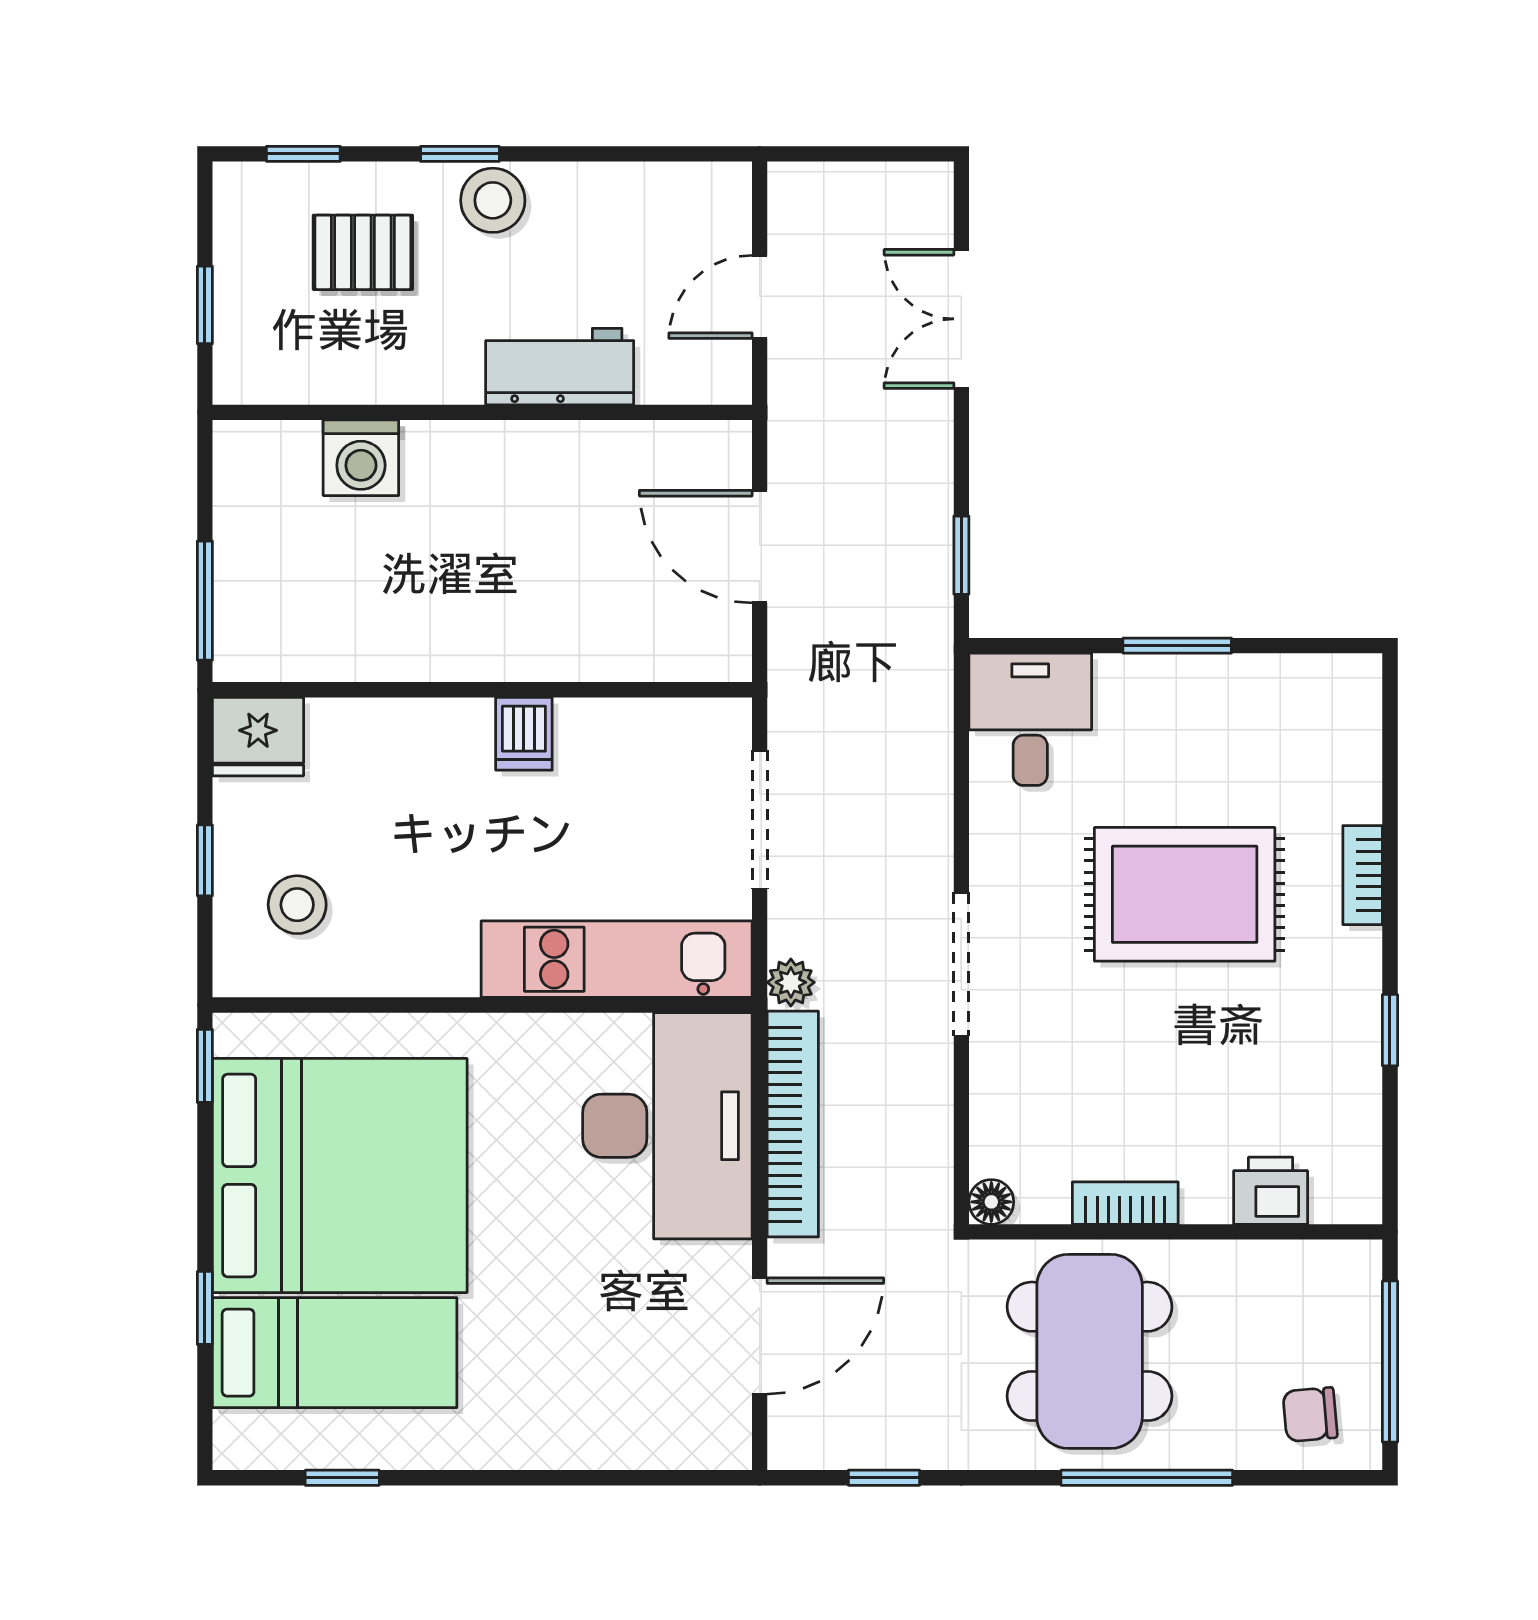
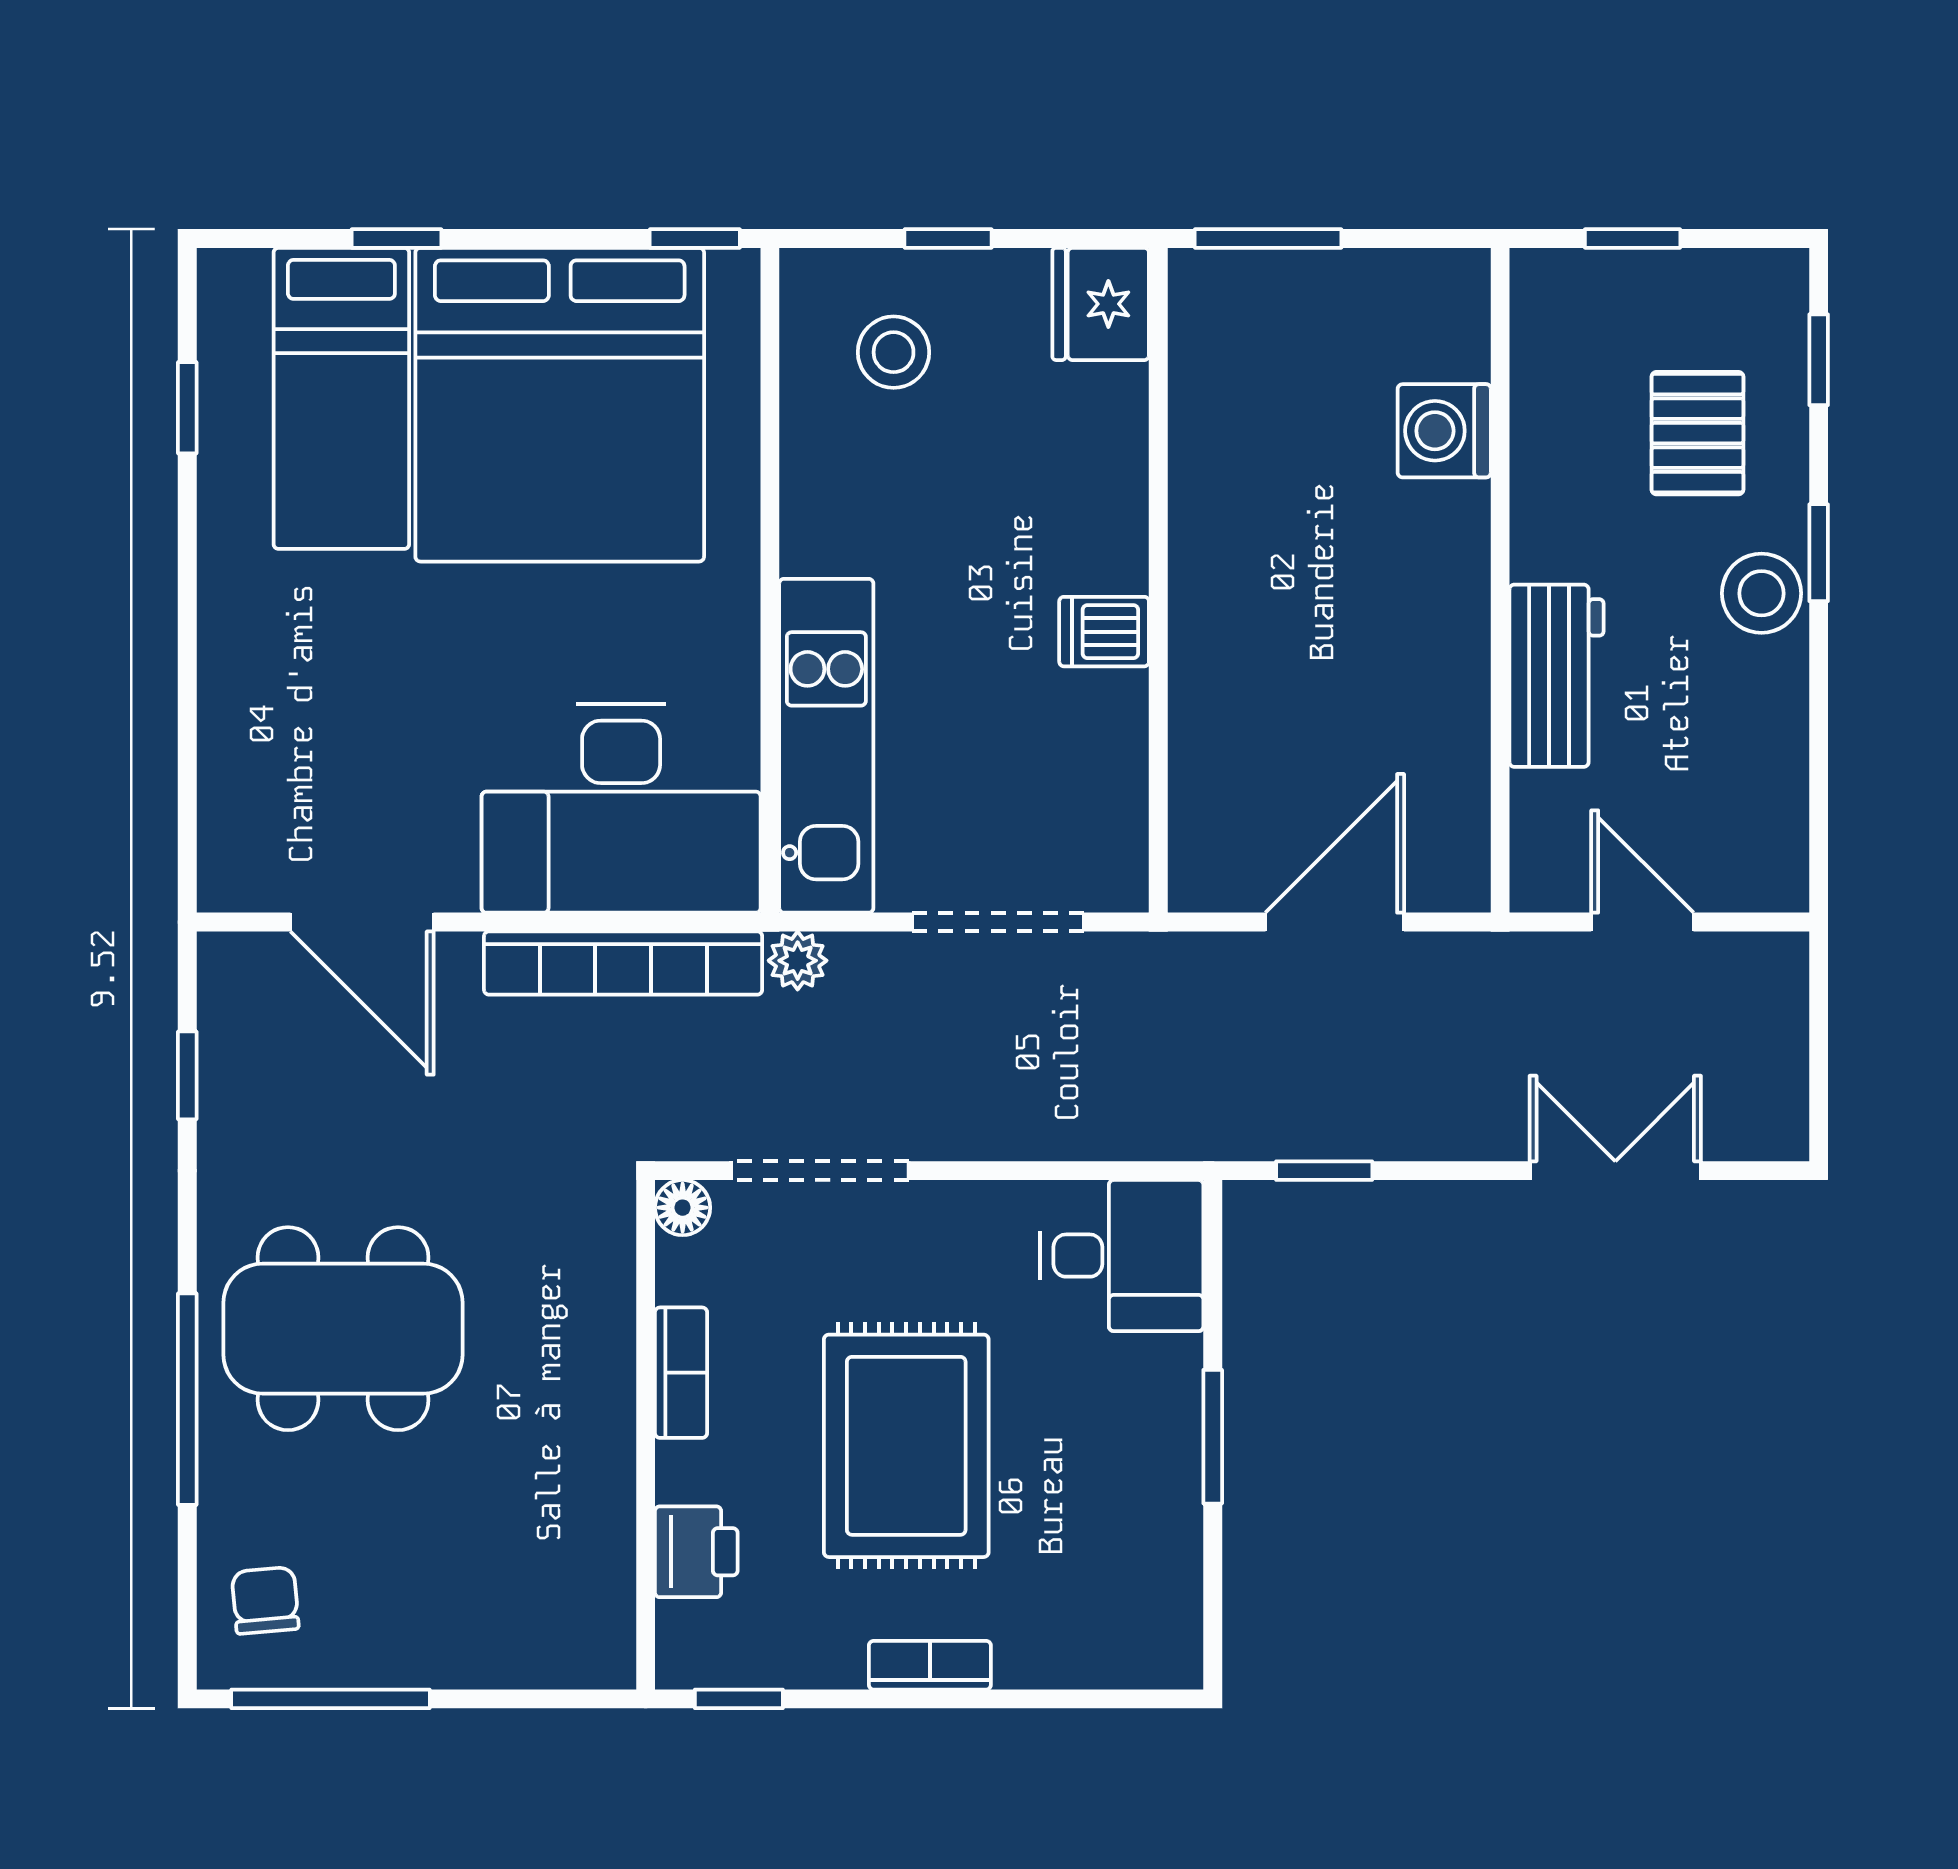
printer: (1271, 1191) -> (696, 1552), moved
floor lamp: (991, 1202) -> (683, 1208), moved
bookcase: (1125, 1203) -> (681, 1373), moved
wall: (1176, 1232) -> (646, 1435), moved

